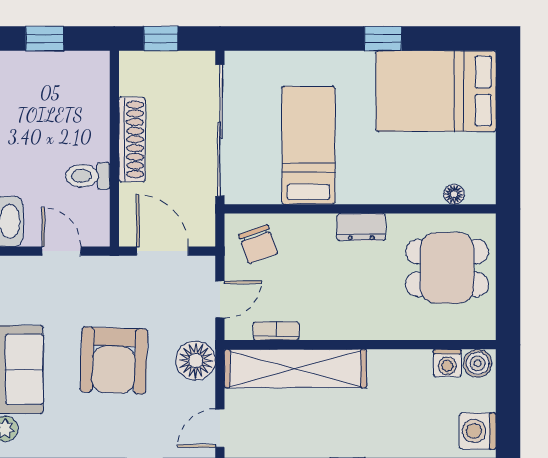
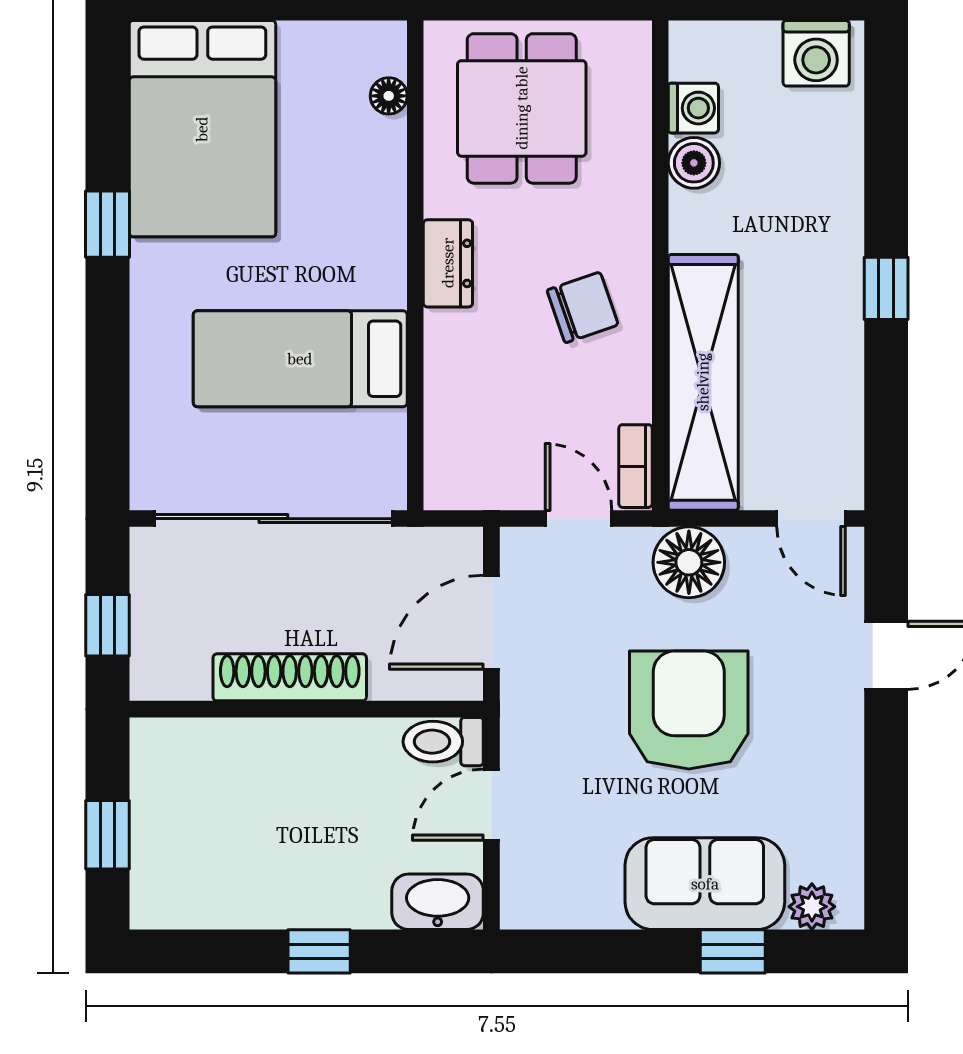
toilet: (88, 176) -> (443, 742), moved, turned 90
chair: (258, 244) -> (583, 307), moved
bookcase: (276, 331) -> (635, 466), moved
armchair: (114, 360) -> (689, 710), turned -92
boiler: (478, 363) -> (694, 163), moved

